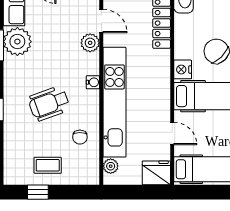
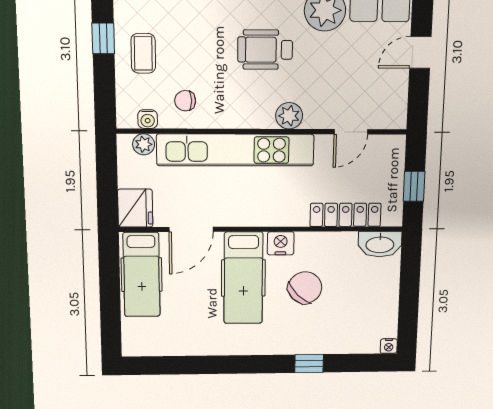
plant: (90, 43) -> (289, 116), moved
water cooler: (93, 82) -> (148, 119), moved
wheelchair: (49, 103) -> (265, 50), moved, turned -70
door: (172, 134) -> (191, 229), width x1.38

